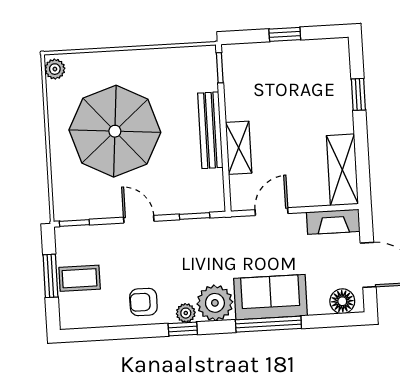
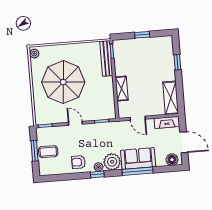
bench: (210, 130) -> (106, 58), moved
door: (271, 212) -> (138, 118), swing flipped

